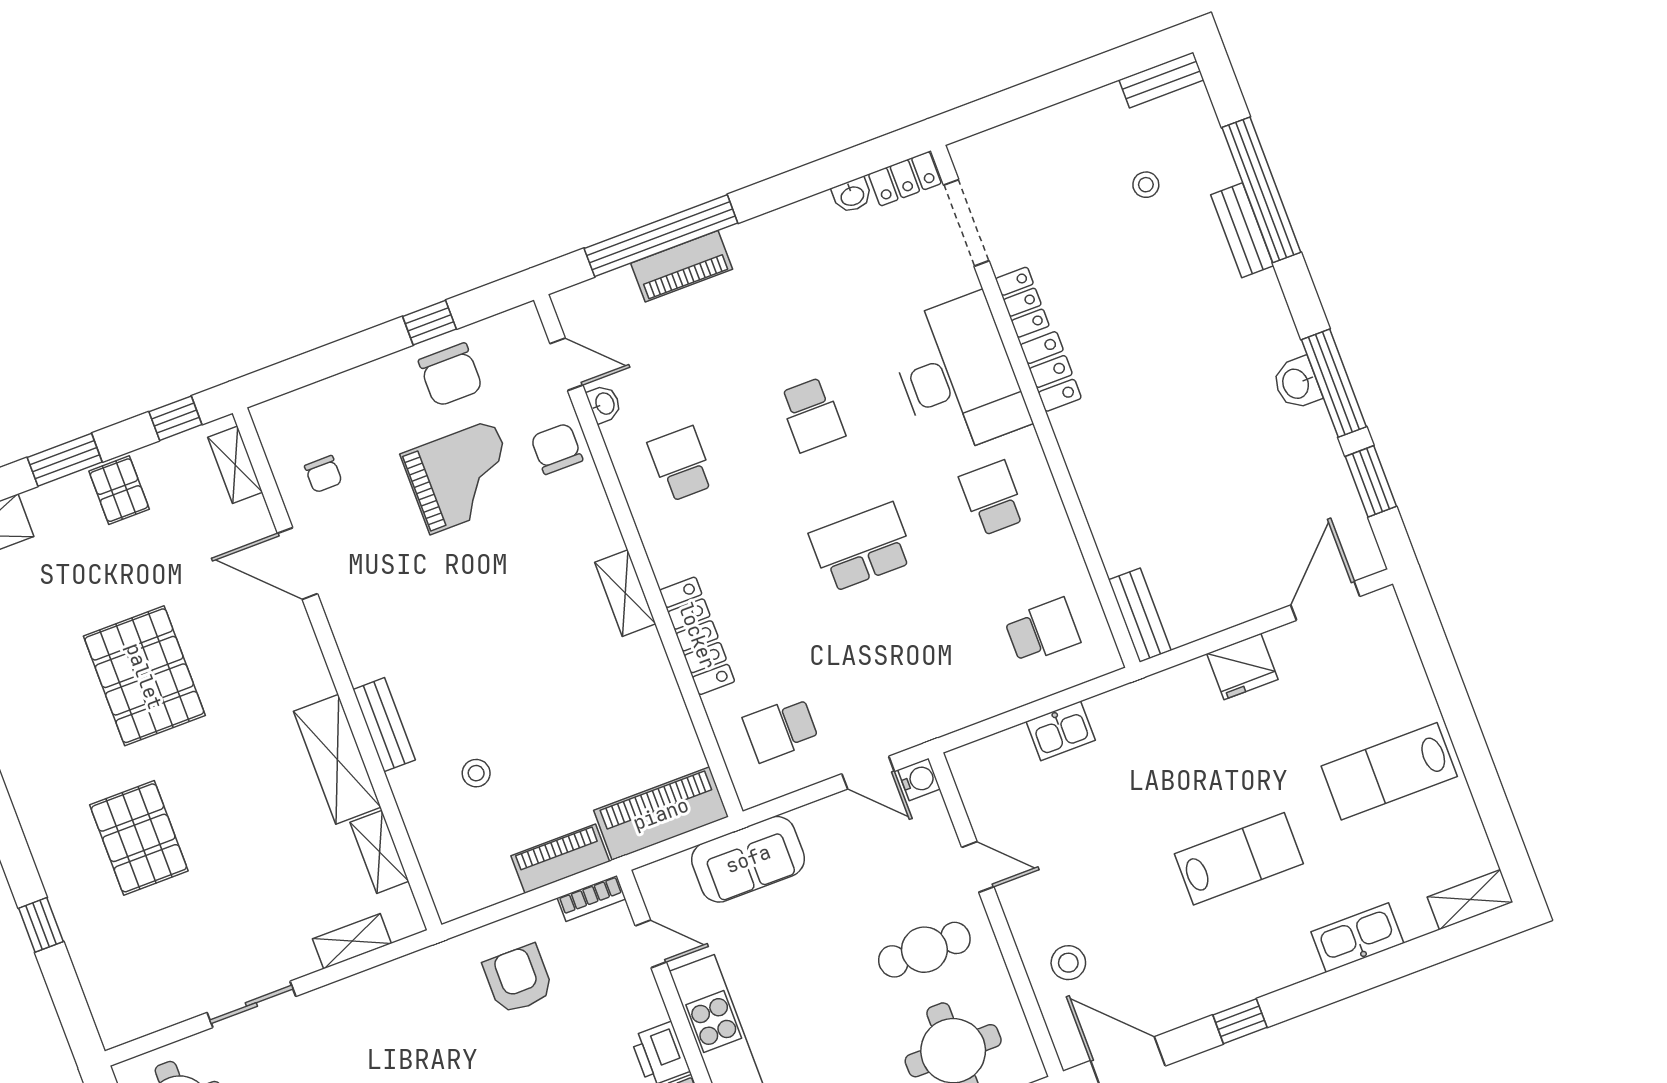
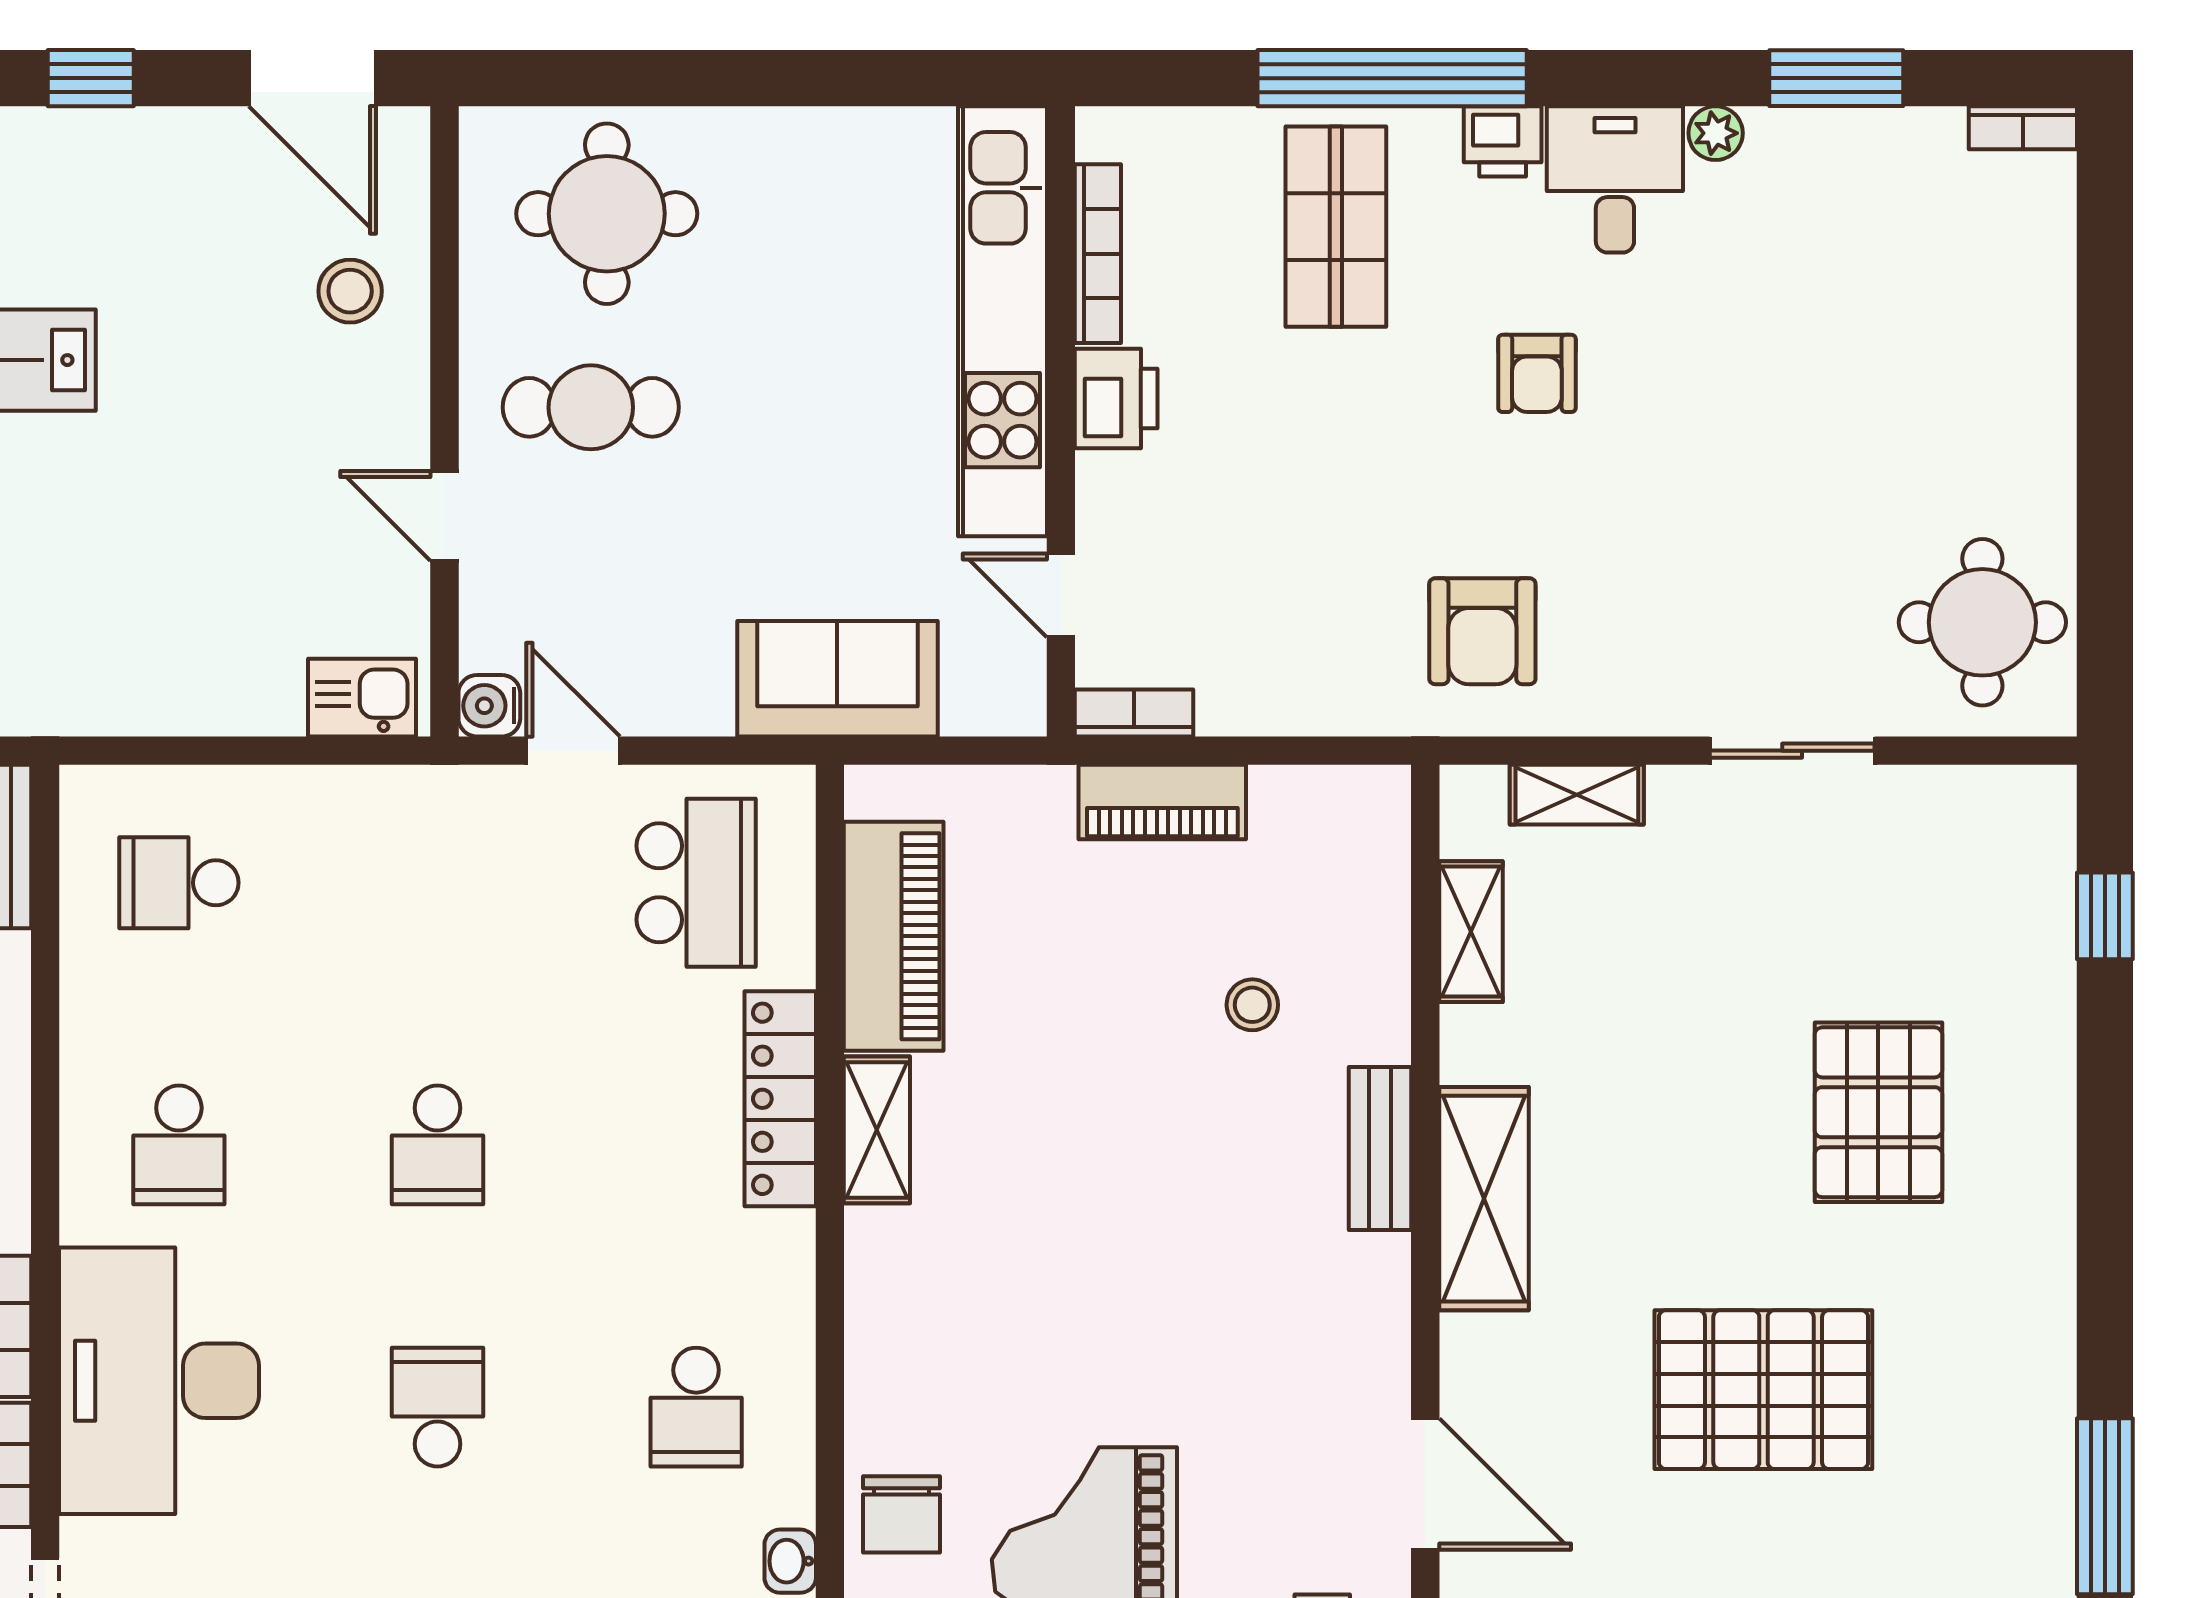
school desk: (862, 547) -> (437, 1145), width x0.54
shelving: (625, 593) -> (877, 1130), moved
pallet: (144, 676) -> (1763, 1390), turned 90
school desk: (781, 729) -> (696, 883), width x1.85
kitchen sink: (1061, 731) -> (362, 698), moved
shelving: (337, 759) -> (1484, 1199), moved
piano: (661, 814) -> (894, 936), moved, turned -90
window: (41, 925) -> (2105, 916), moved
armchair: (518, 979) -> (1482, 631), moved

